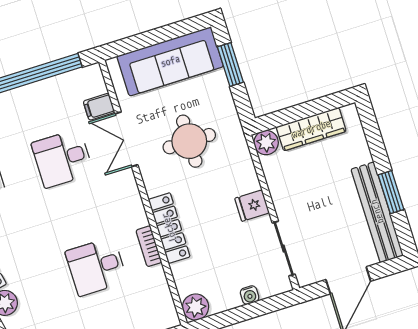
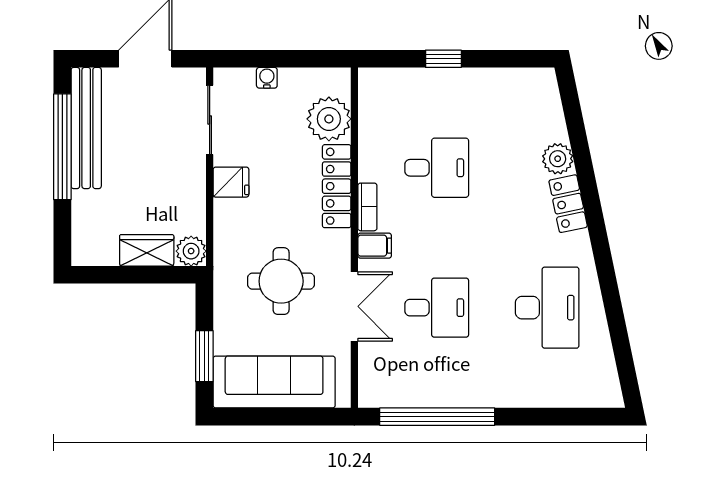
filing cabinet: (99, 107) -> (375, 246), moved
wardrobe: (311, 129) -> (147, 250), width x0.67
window: (391, 192) -> (62, 147), width x2.11
bookcase: (149, 246) -> (367, 207), moved
plant: (196, 307) -> (329, 119), moved, width x1.36, depth x1.36

